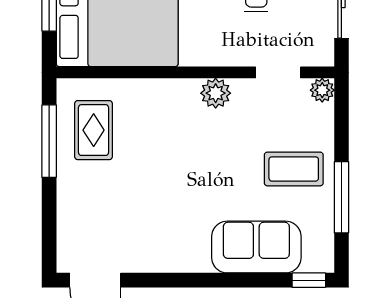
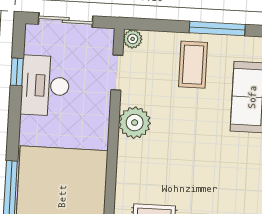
plant: (216, 93) -> (135, 123), width x1.36, depth x1.36

